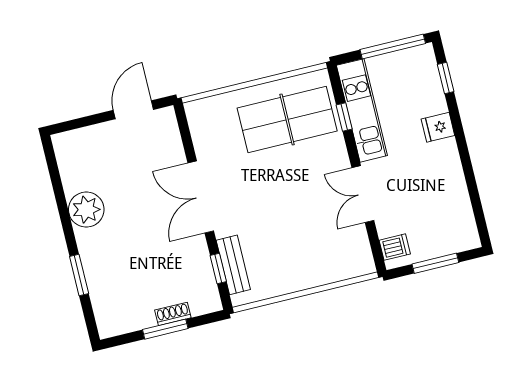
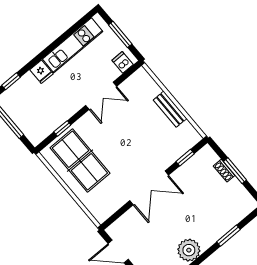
kitchen unit: (362, 110) -> (73, 45), moved, turned 180
bench: (233, 265) -> (170, 109), moved, turned 90

